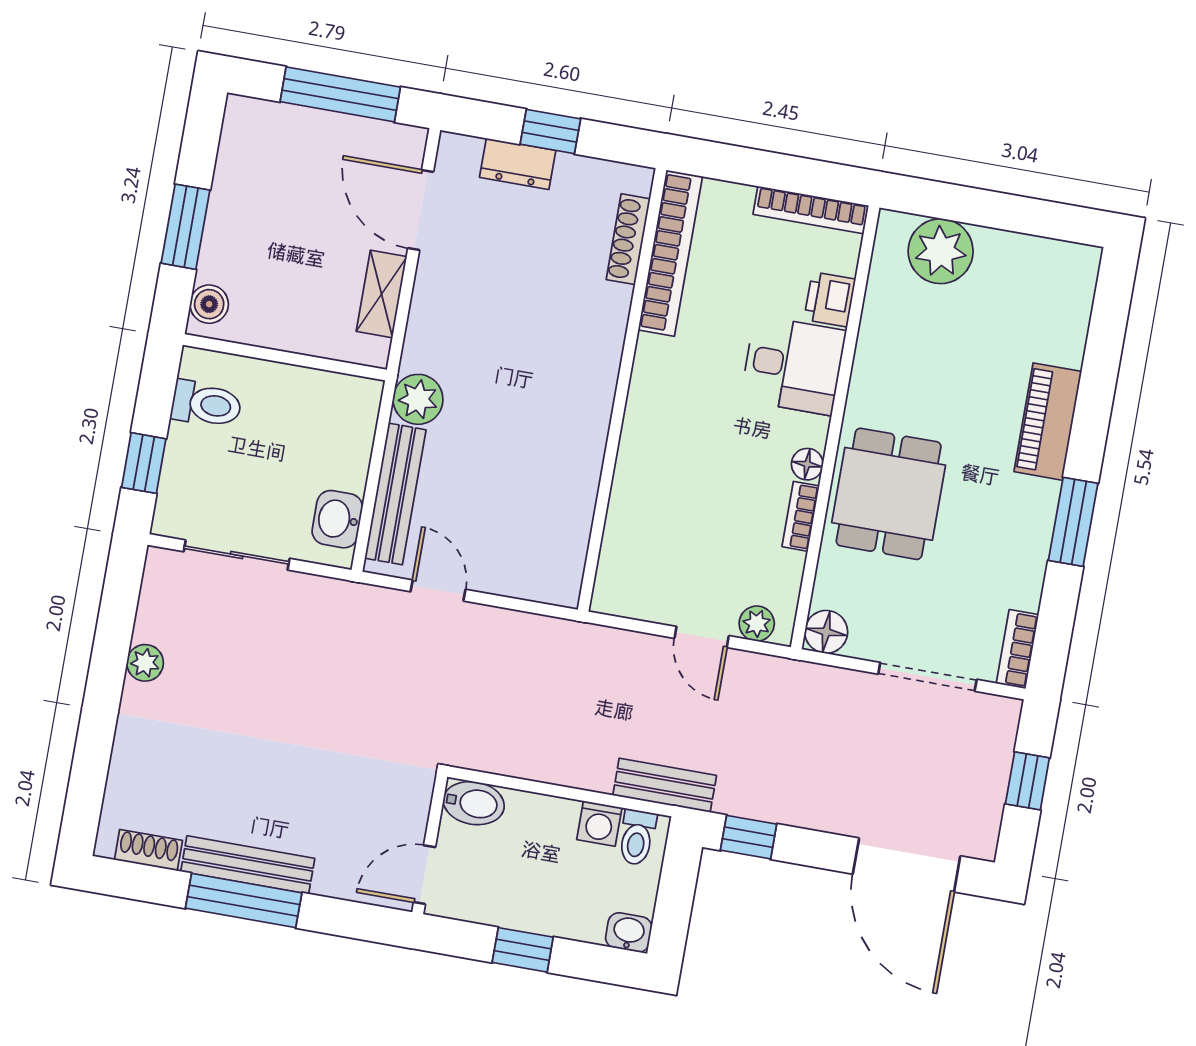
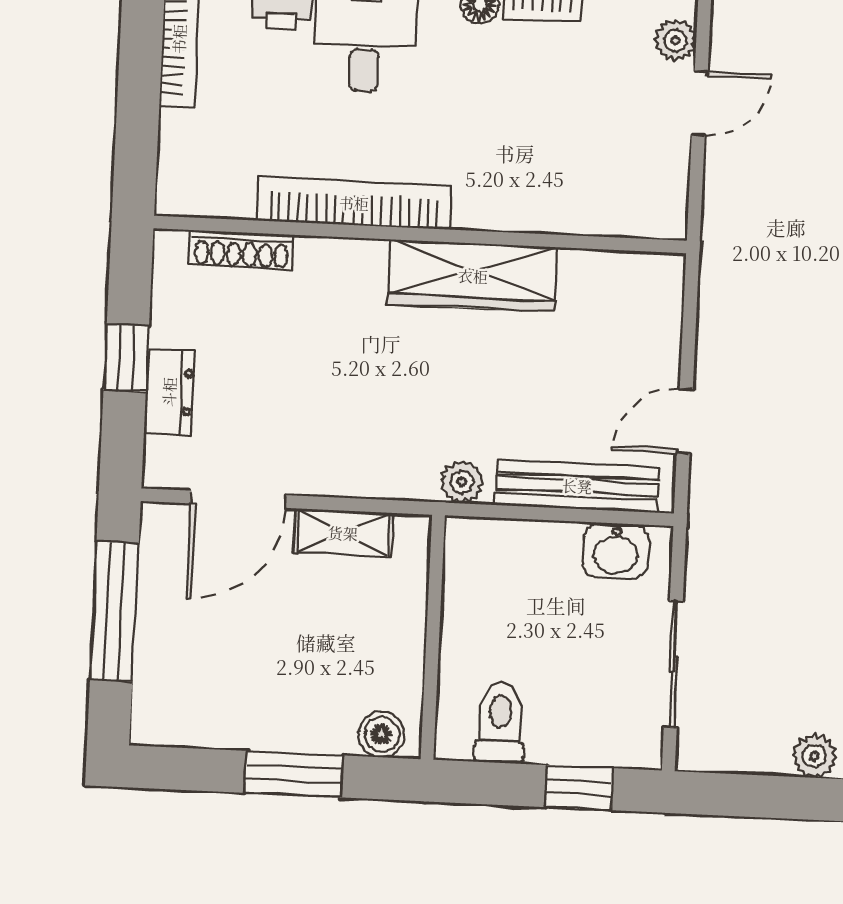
bookcase: (670, 253) -> (354, 203), moved
plant: (418, 399) -> (462, 482), width x0.73, depth x0.73
wardrobe: (582, 429) -> (473, 276), added

